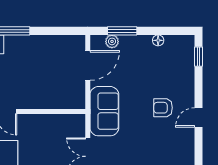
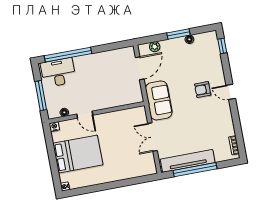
window: (122, 31) -> (178, 34), moved
door: (199, 117) -> (231, 92), hinge flipped

